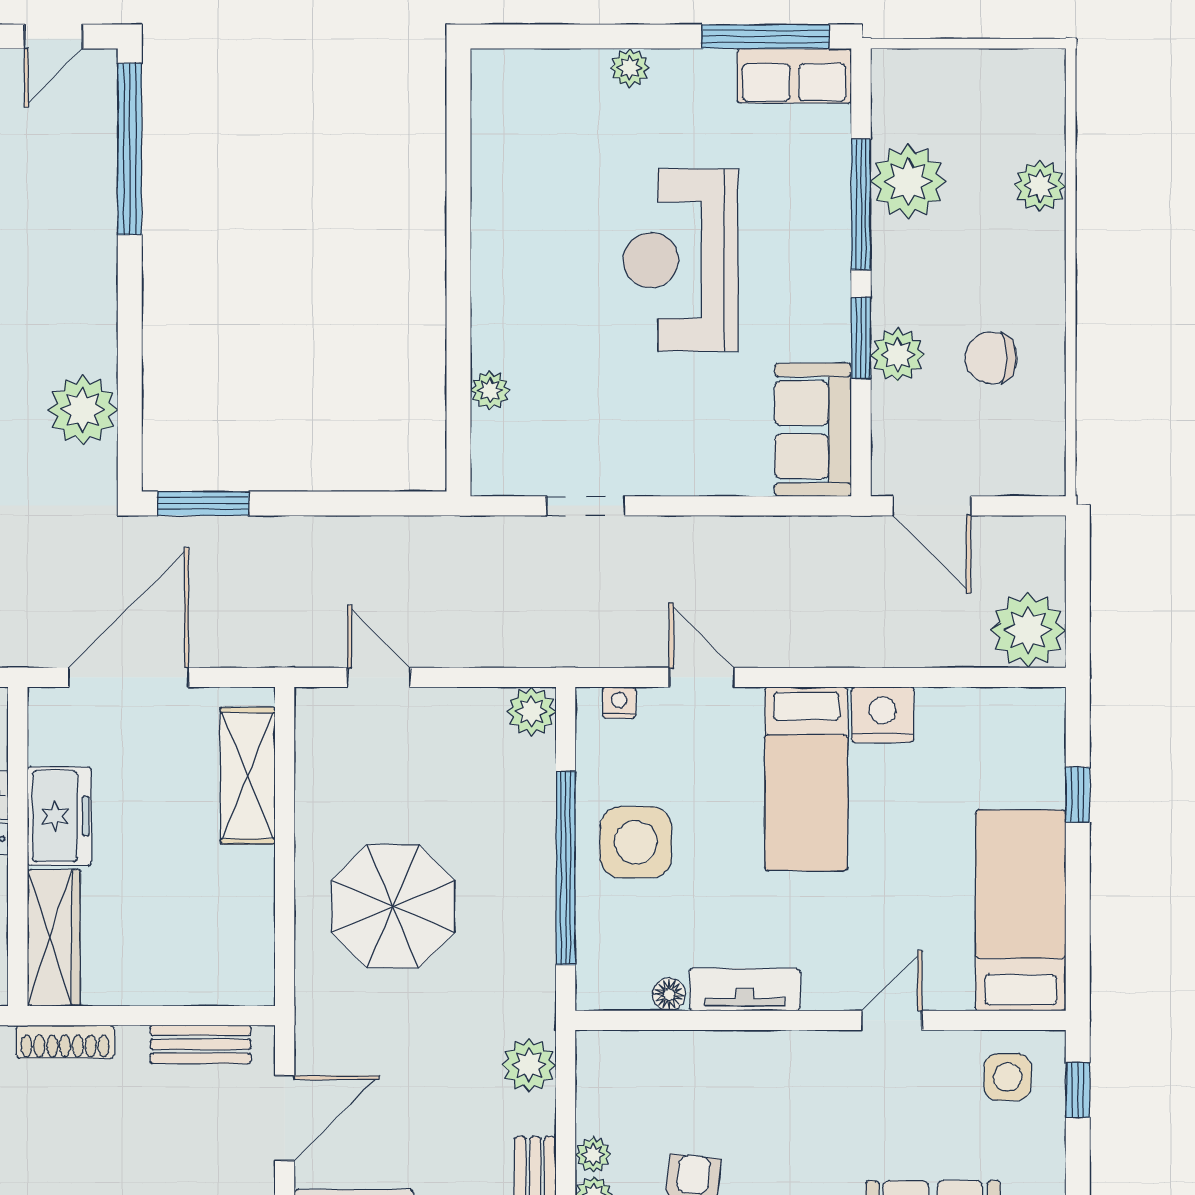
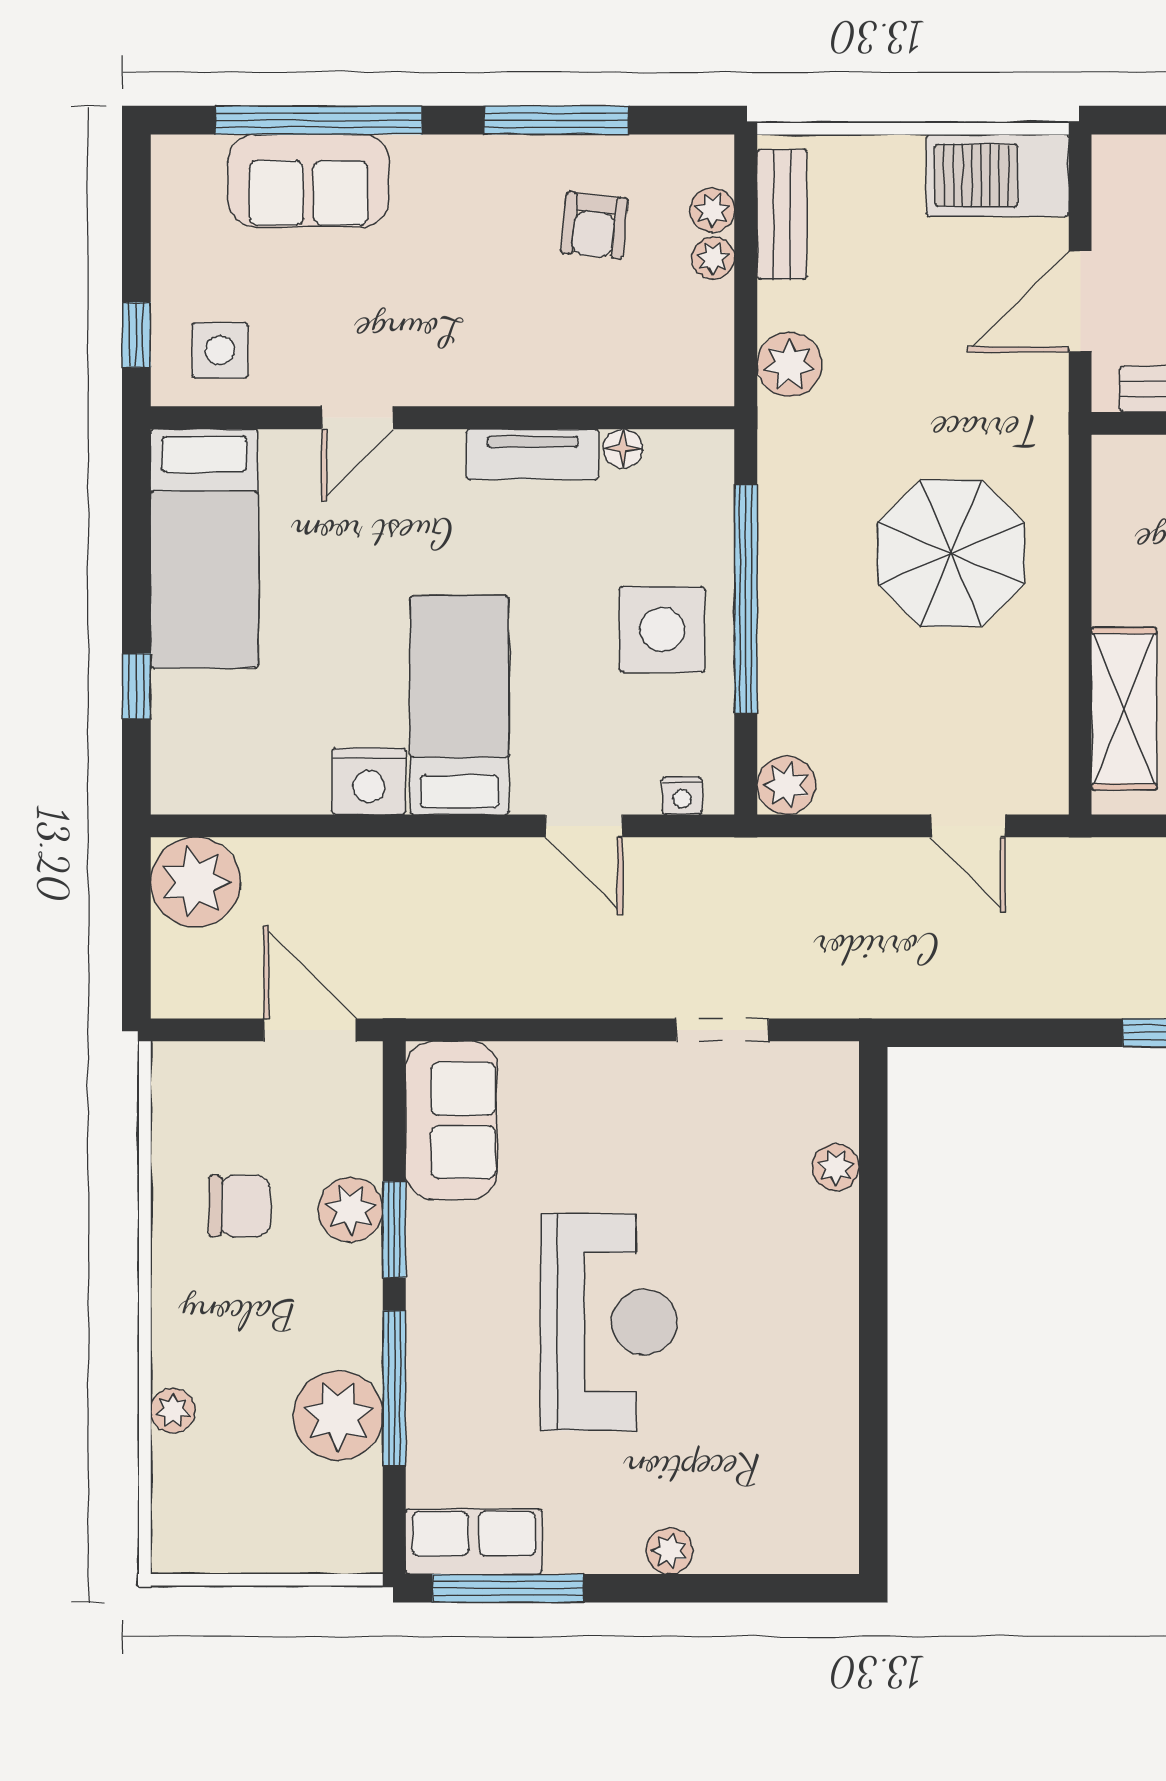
plant: (1040, 186) -> (173, 1411), width x0.73, depth x0.73

